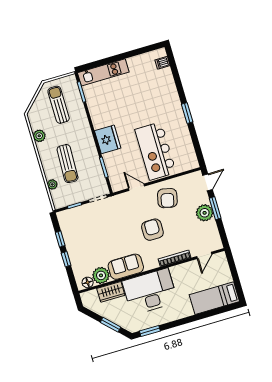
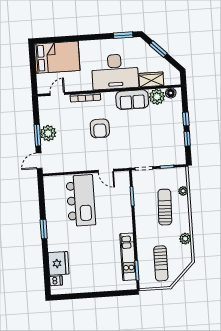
kitchen unit: (103, 72) -> (128, 257), moved, turned -90
fridge: (108, 139) -> (59, 263), moved, turned 180
armchair: (167, 198) -> (80, 155), removed
bed: (214, 298) -> (57, 57), width x1.50

